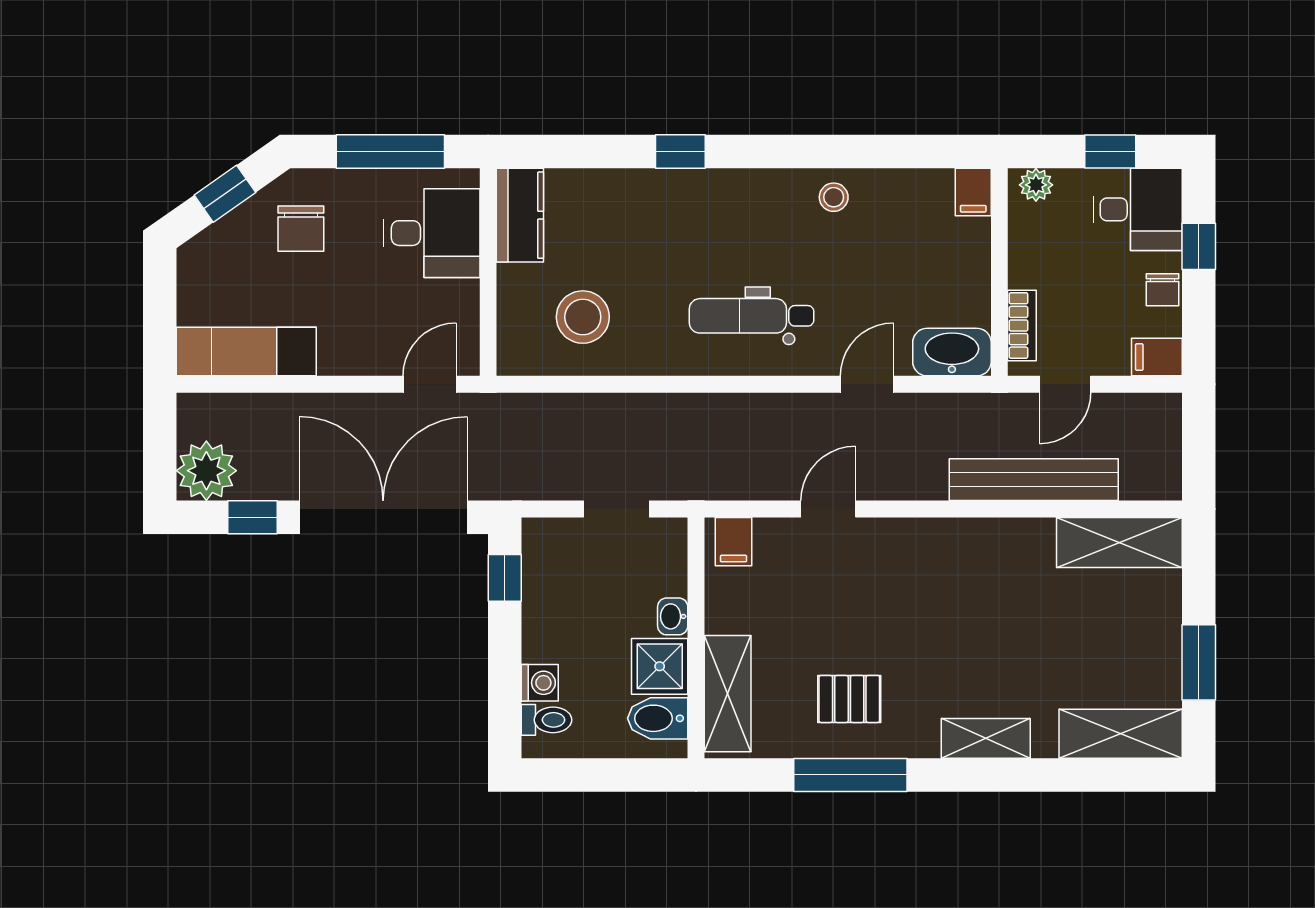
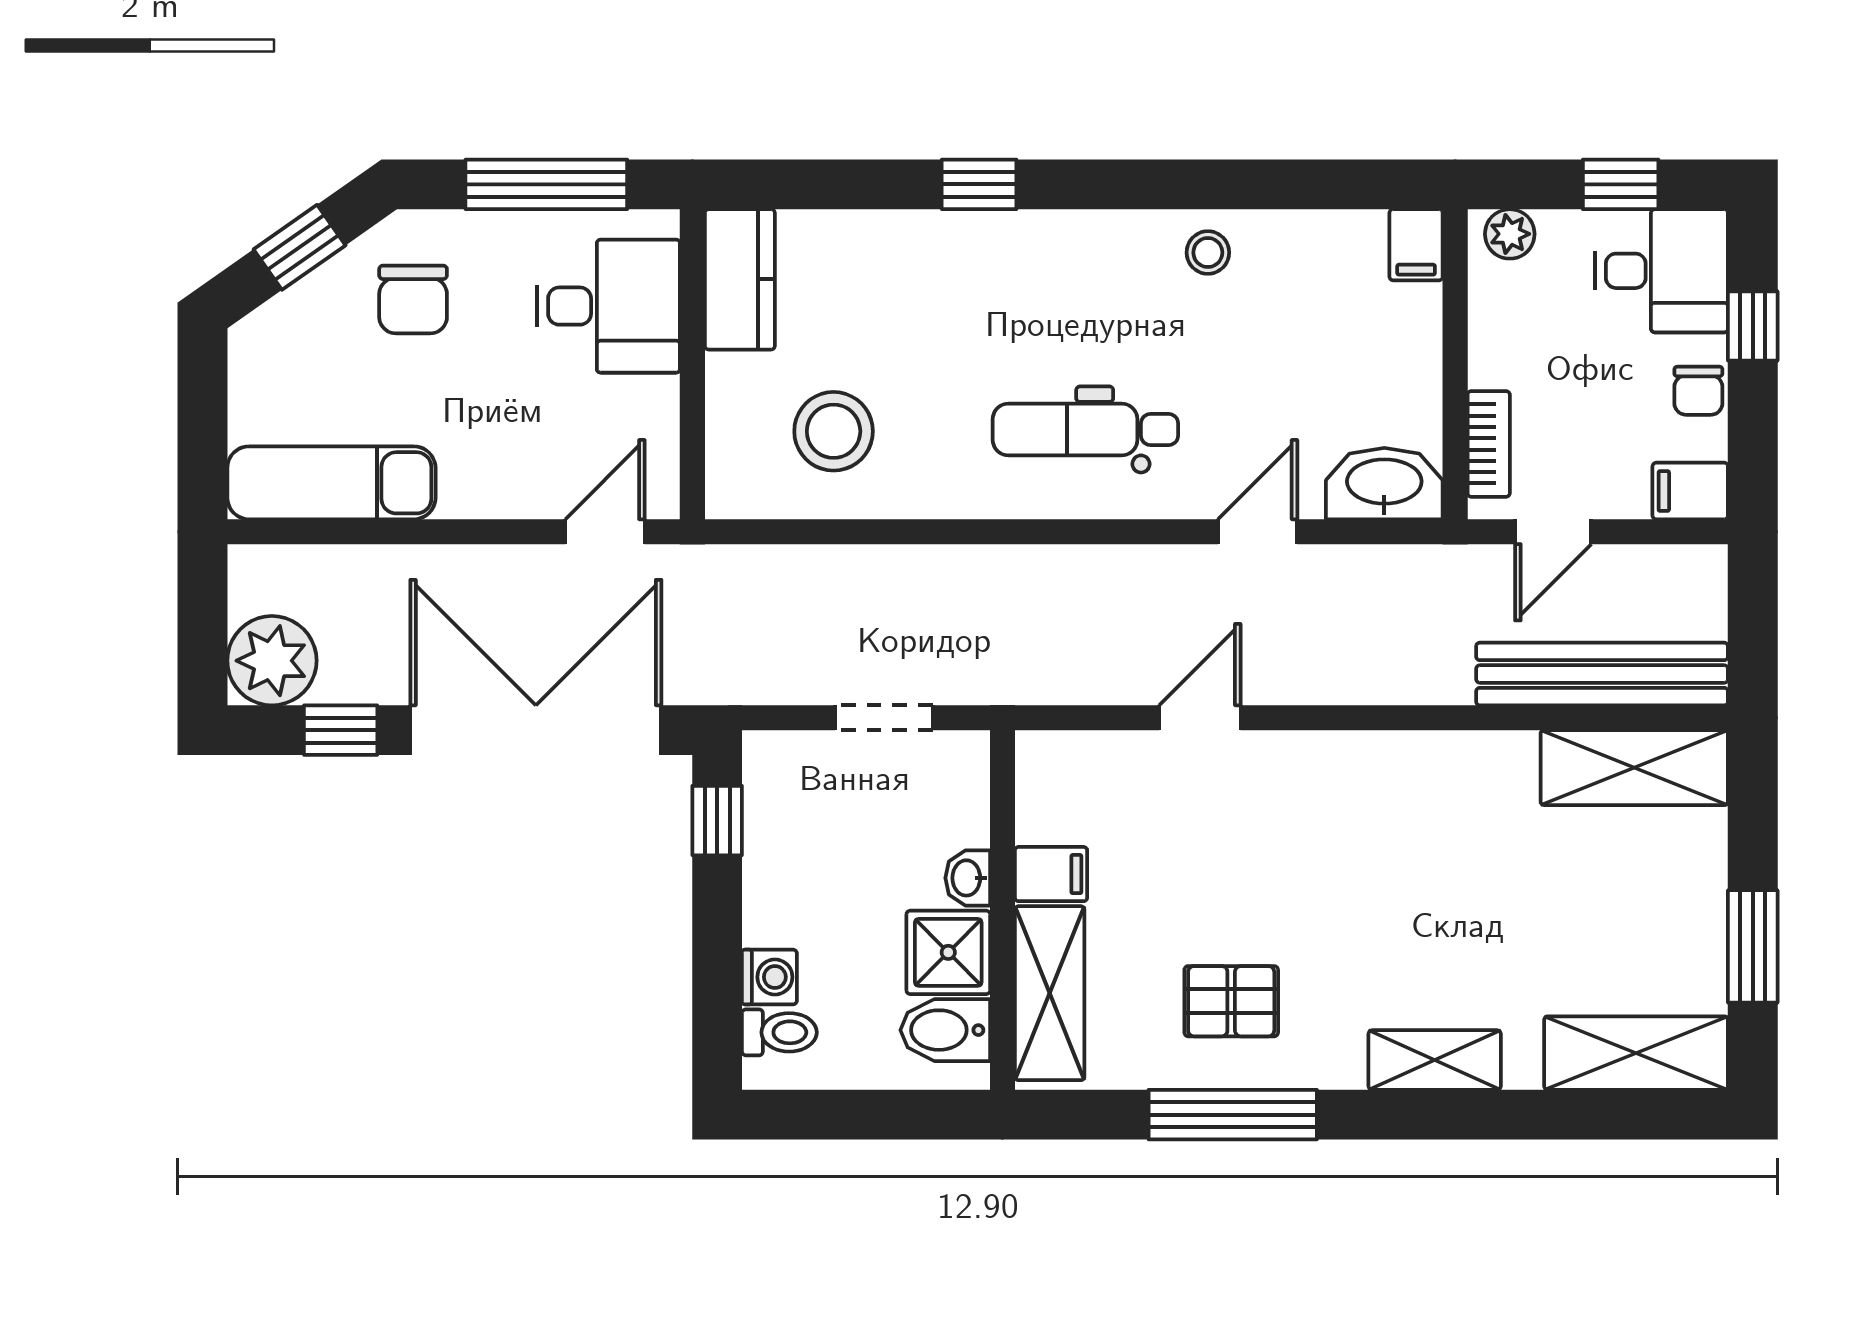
bench: (1034, 480) -> (1602, 674), moved
filing cabinet: (734, 542) -> (1051, 874), moved, turned -90

